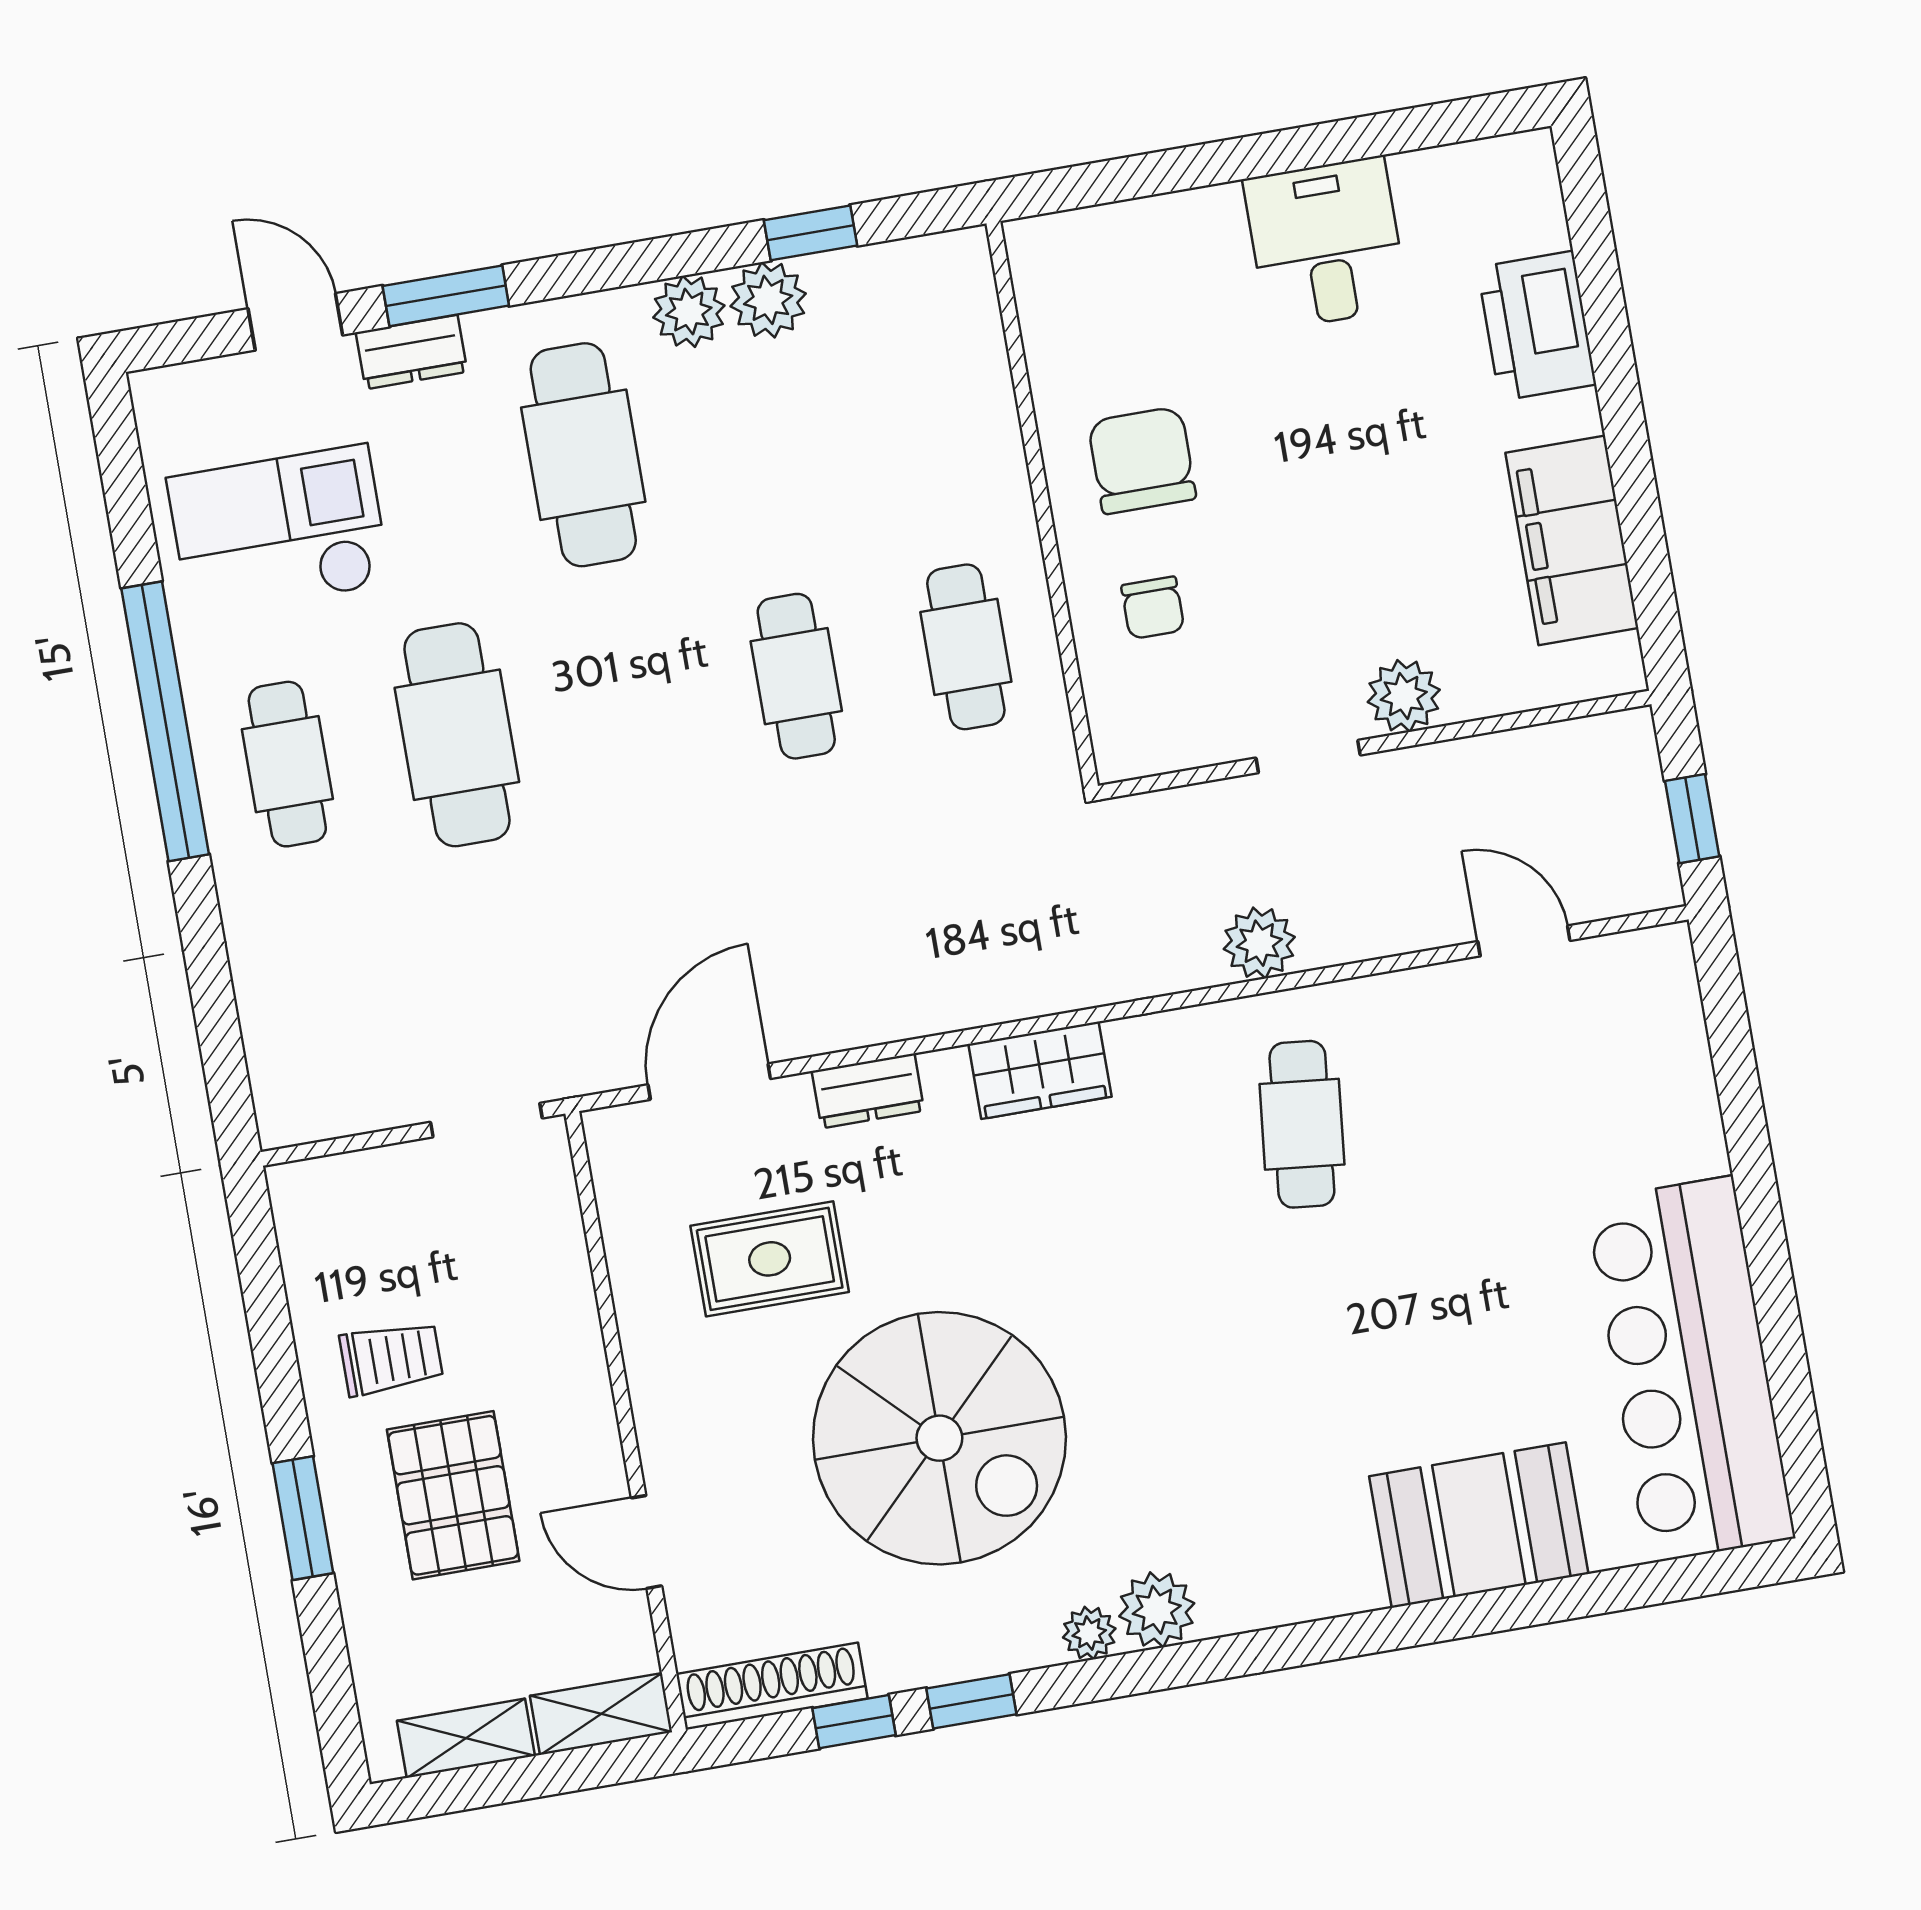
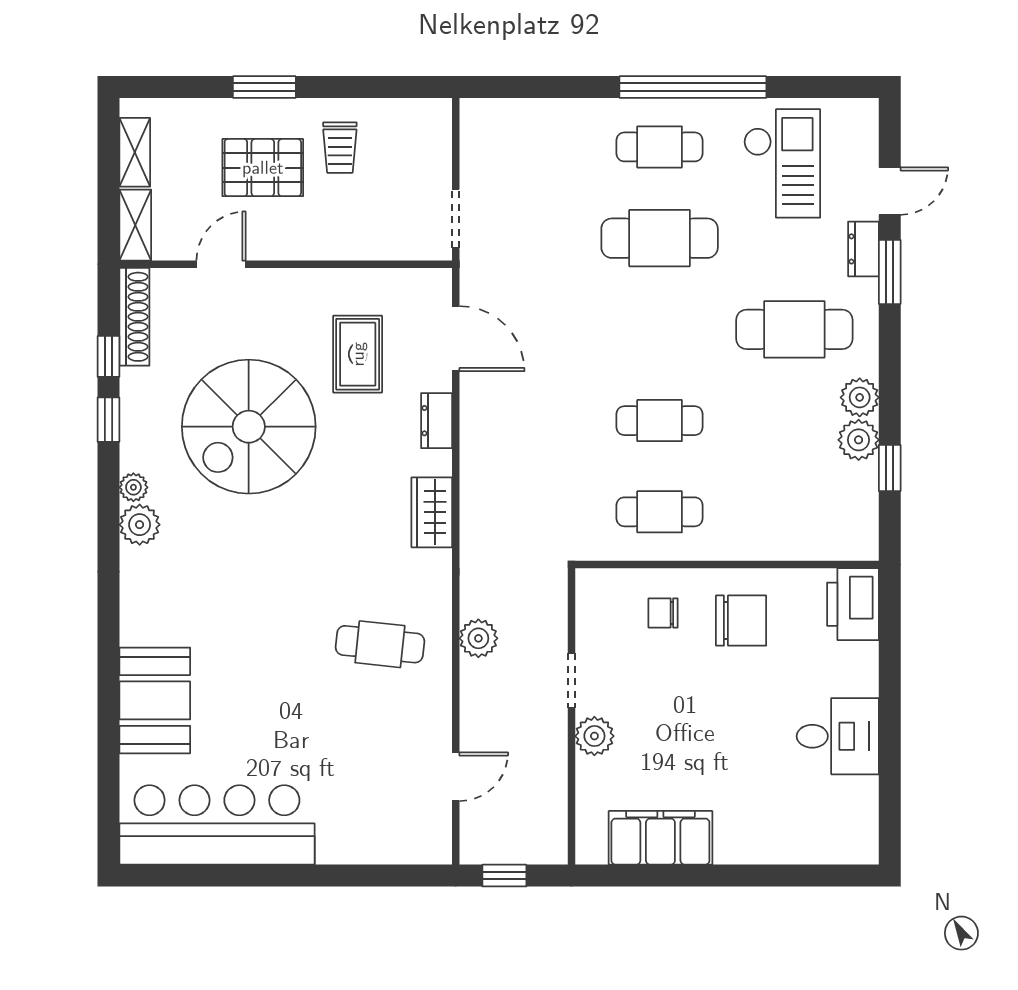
printer: (1537, 326) -> (853, 604), moved, turned -90

